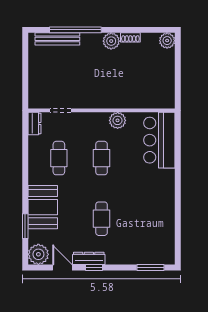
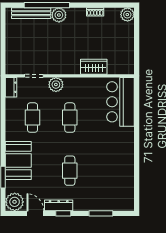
plant: (111, 41) -> (59, 15), moved
wardrobe: (129, 100) -> (94, 67), added
plant: (118, 120) -> (56, 85), moved
window: (151, 267) -> (101, 213), moved

